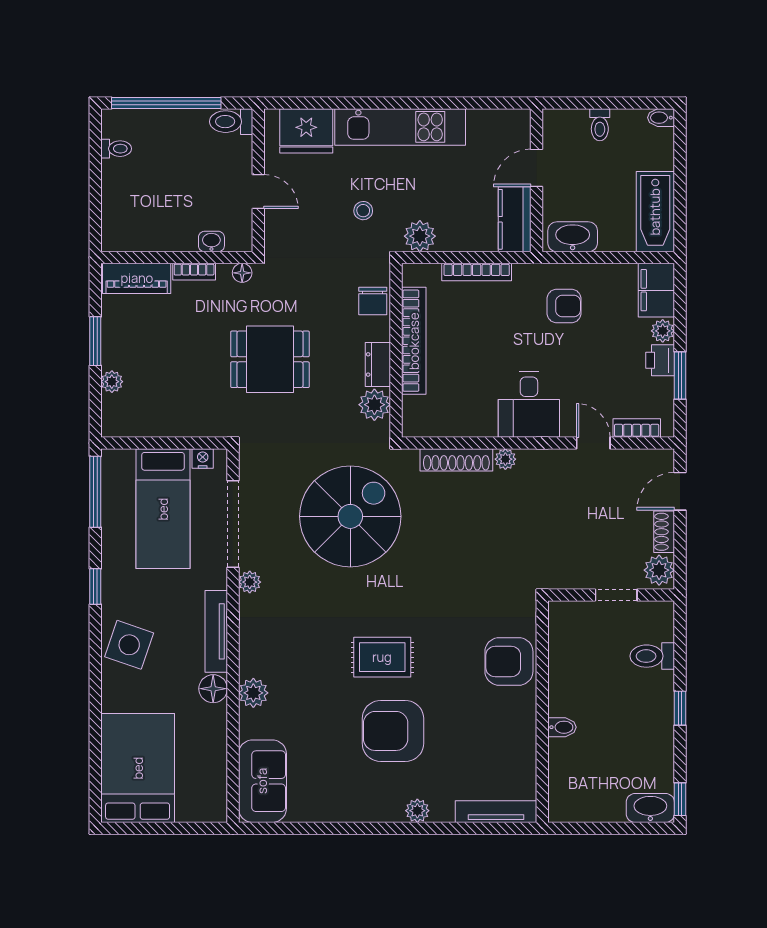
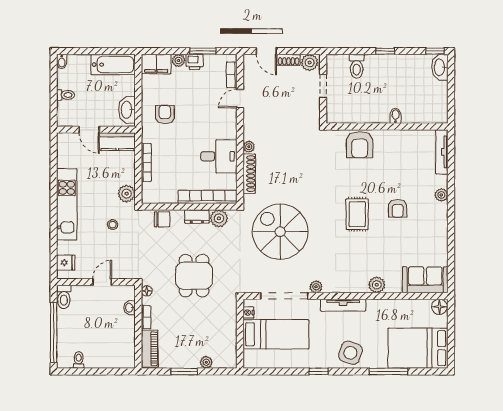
fridge: (306, 131) -> (66, 263), width x0.53, depth x0.75
bookcase: (414, 341) -> (207, 197), moved
desk: (529, 405) -> (219, 156), moved
window: (95, 492) -> (389, 371), moved
floor lamp: (213, 689) -> (439, 307), moved
armchair: (393, 731) -> (398, 208), width x0.53, depth x0.53

